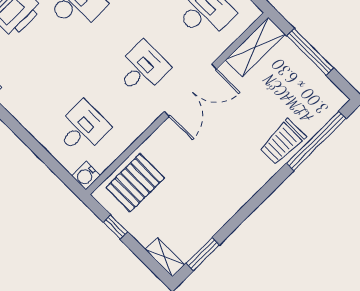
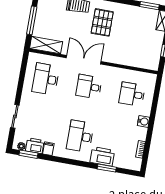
water cooler: (86, 176) -> (143, 121), moved
pallet: (135, 183) -> (102, 22), moved, turned 90

